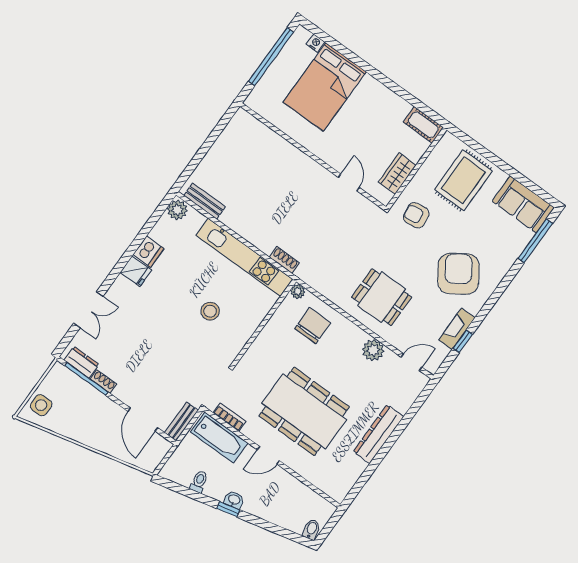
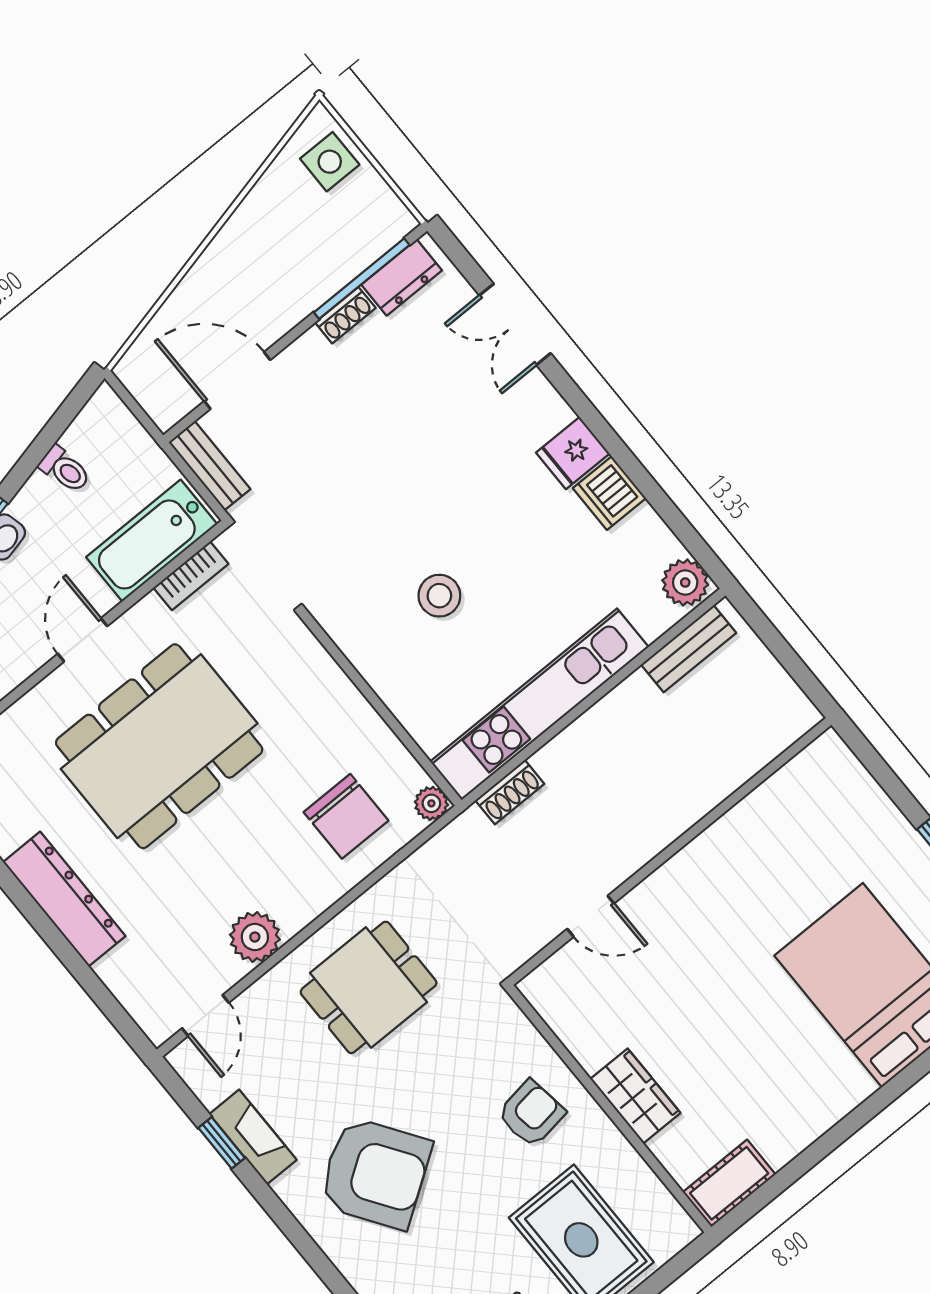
wall: (313, 157) -> (670, 851), moved
door: (349, 182) -> (591, 916), moved

